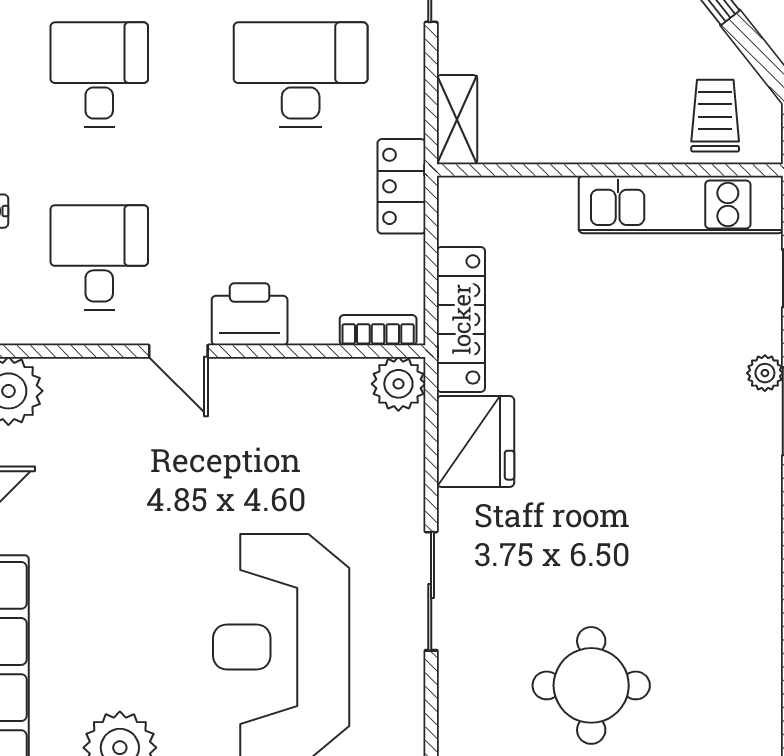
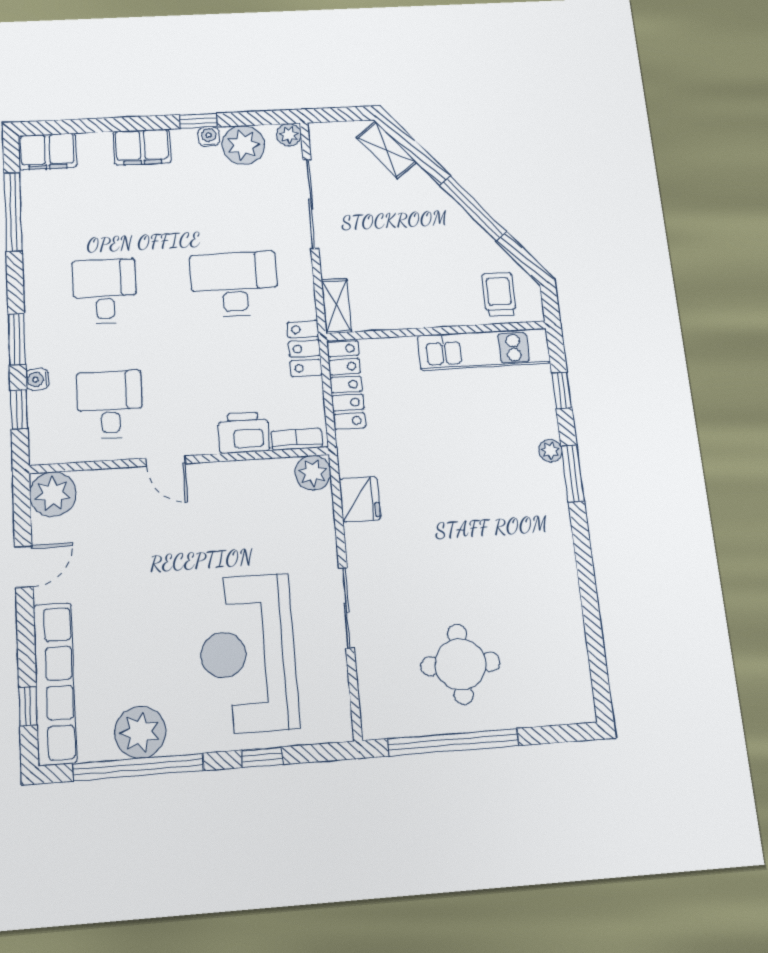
printer: (250, 314) -> (244, 432), moved
locker: (461, 319) -> (346, 385), moved
fridge: (475, 441) -> (360, 499), width x0.73, depth x0.75

